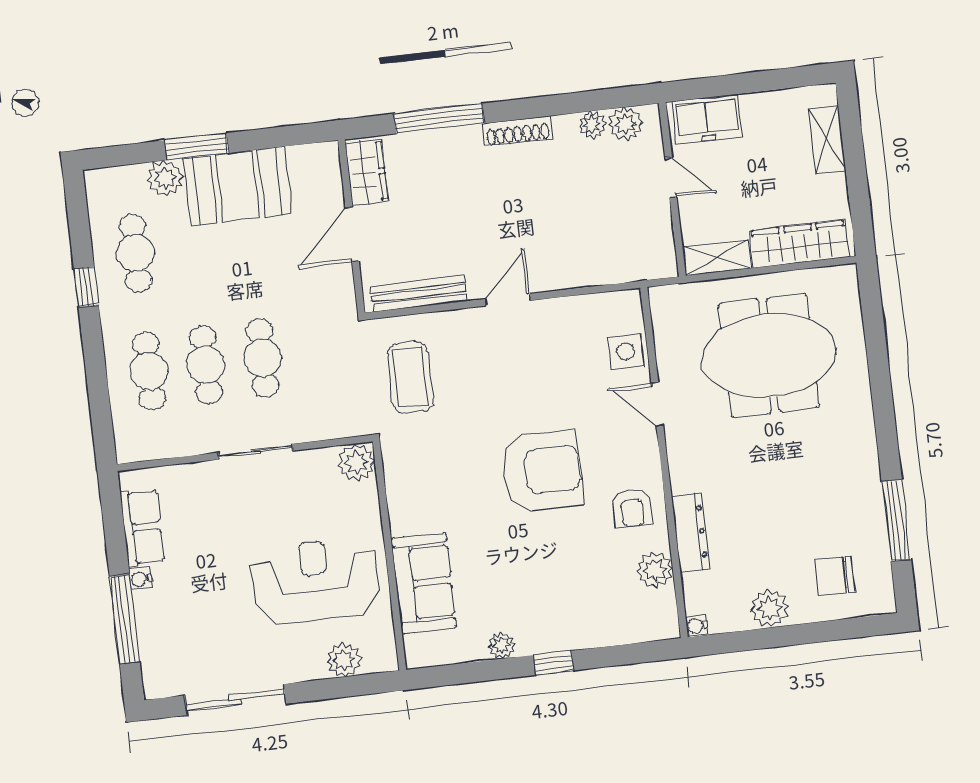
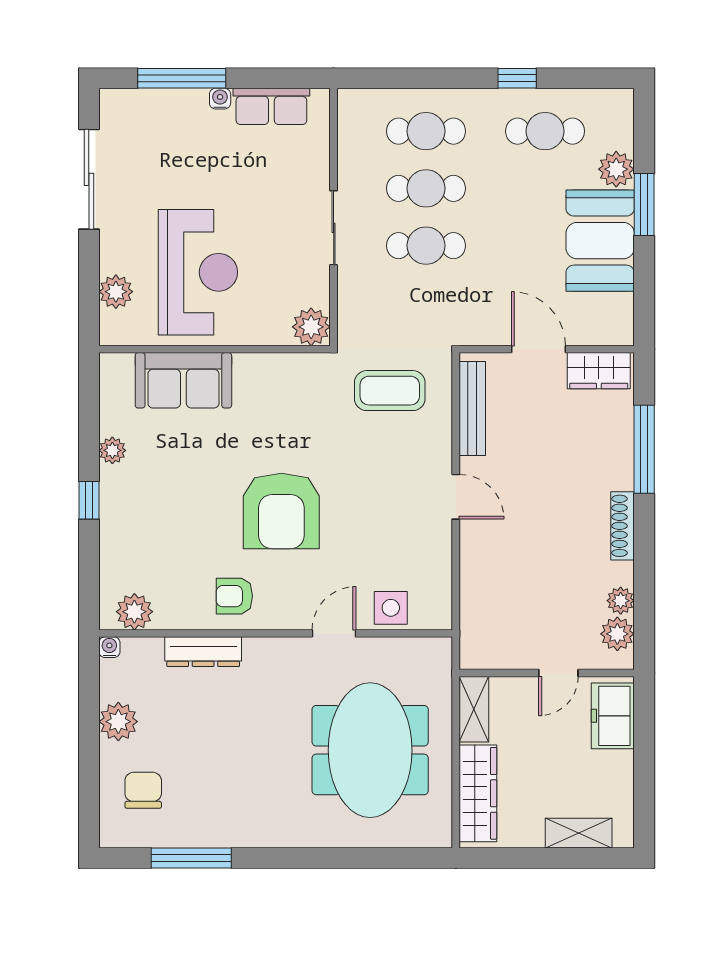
plant: (655, 570) -> (134, 612), moved

